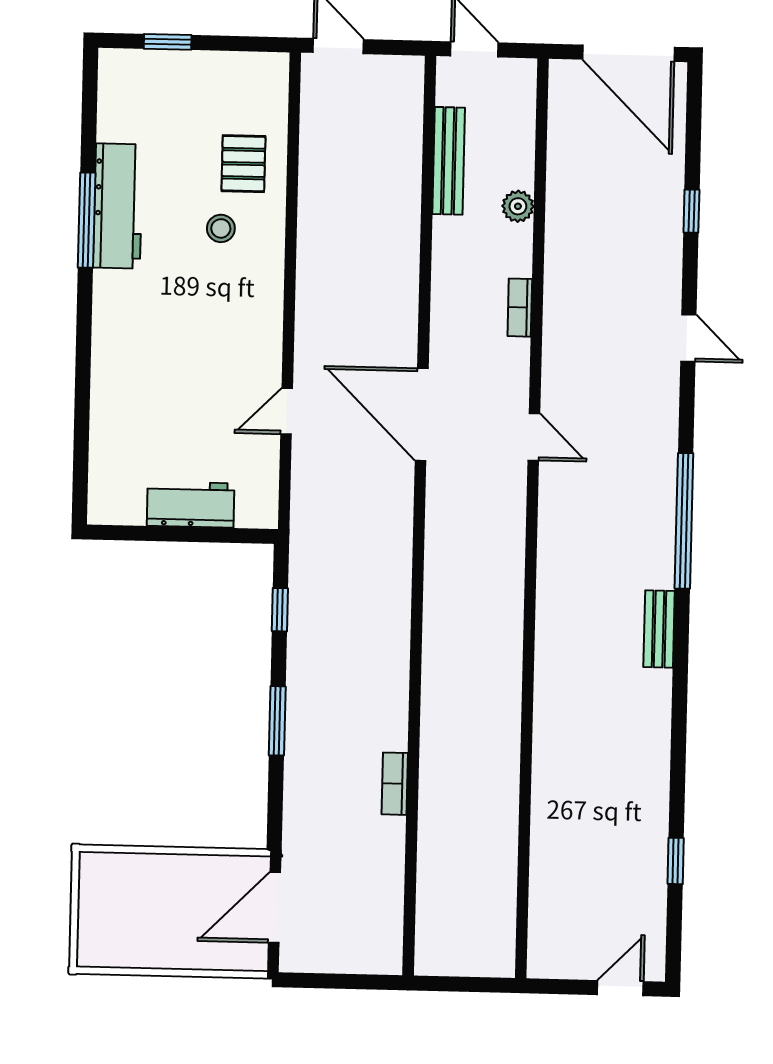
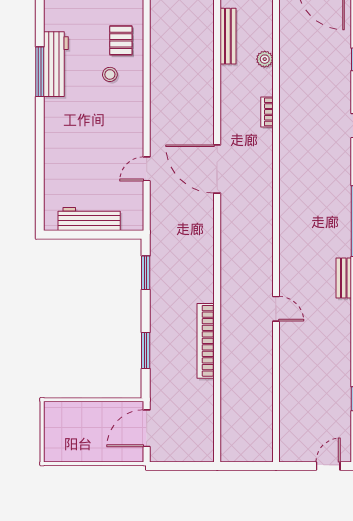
door: (534, 437) -> (276, 309), moved
workbench: (191, 505) -> (89, 219), width x1.37
window: (280, 610) -> (146, 273), width x1.50
window: (277, 721) -> (146, 351), moved
bookcase: (395, 784) -> (206, 341), width x2.31, depth x1.31

